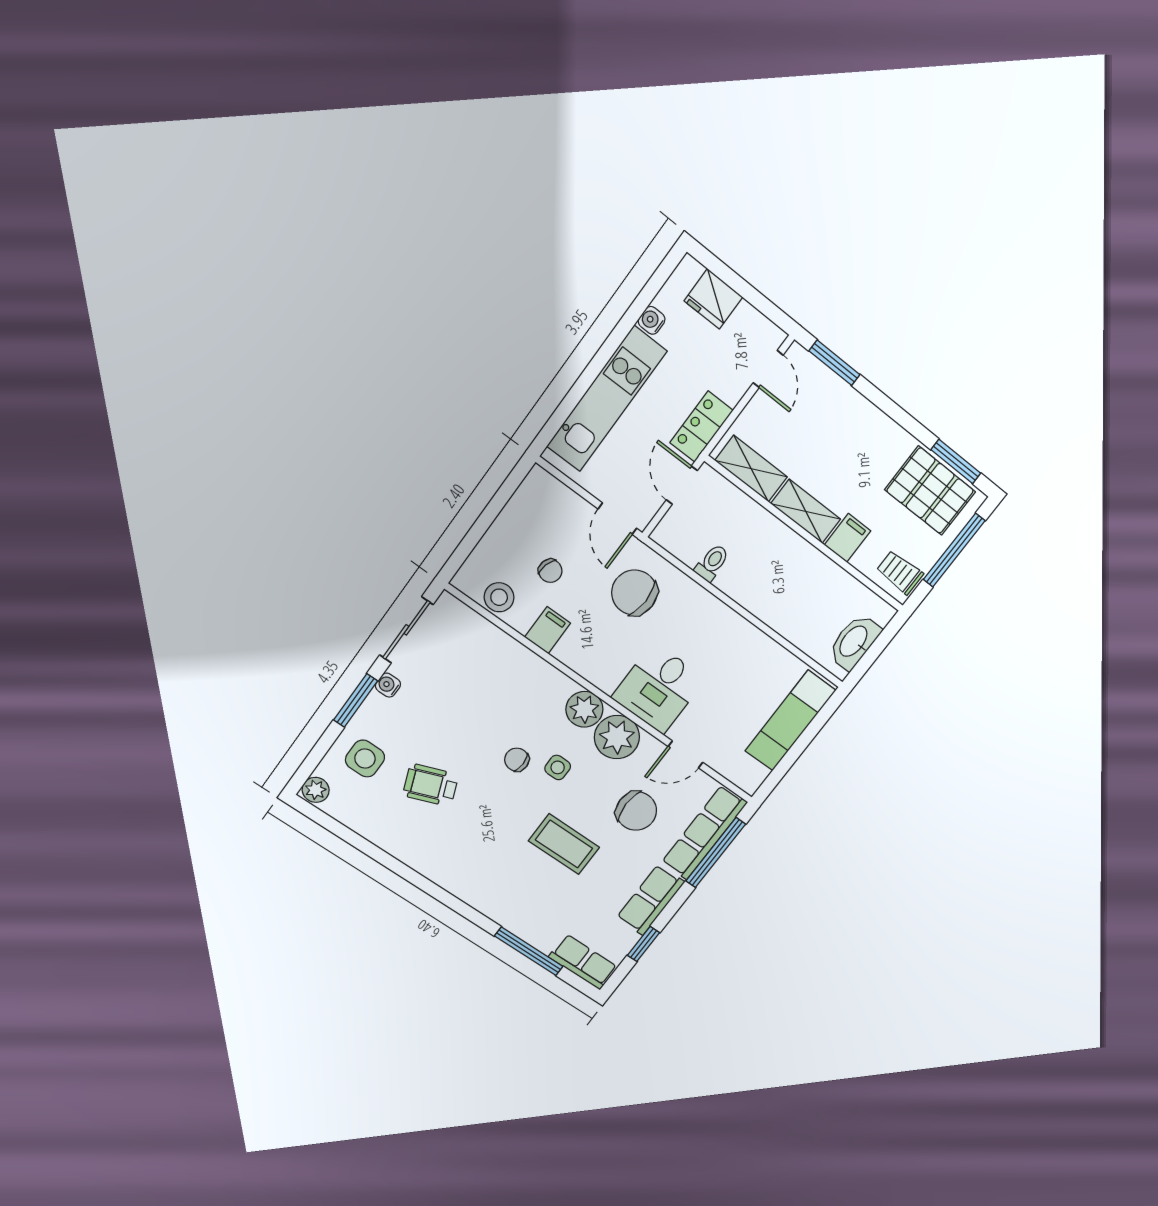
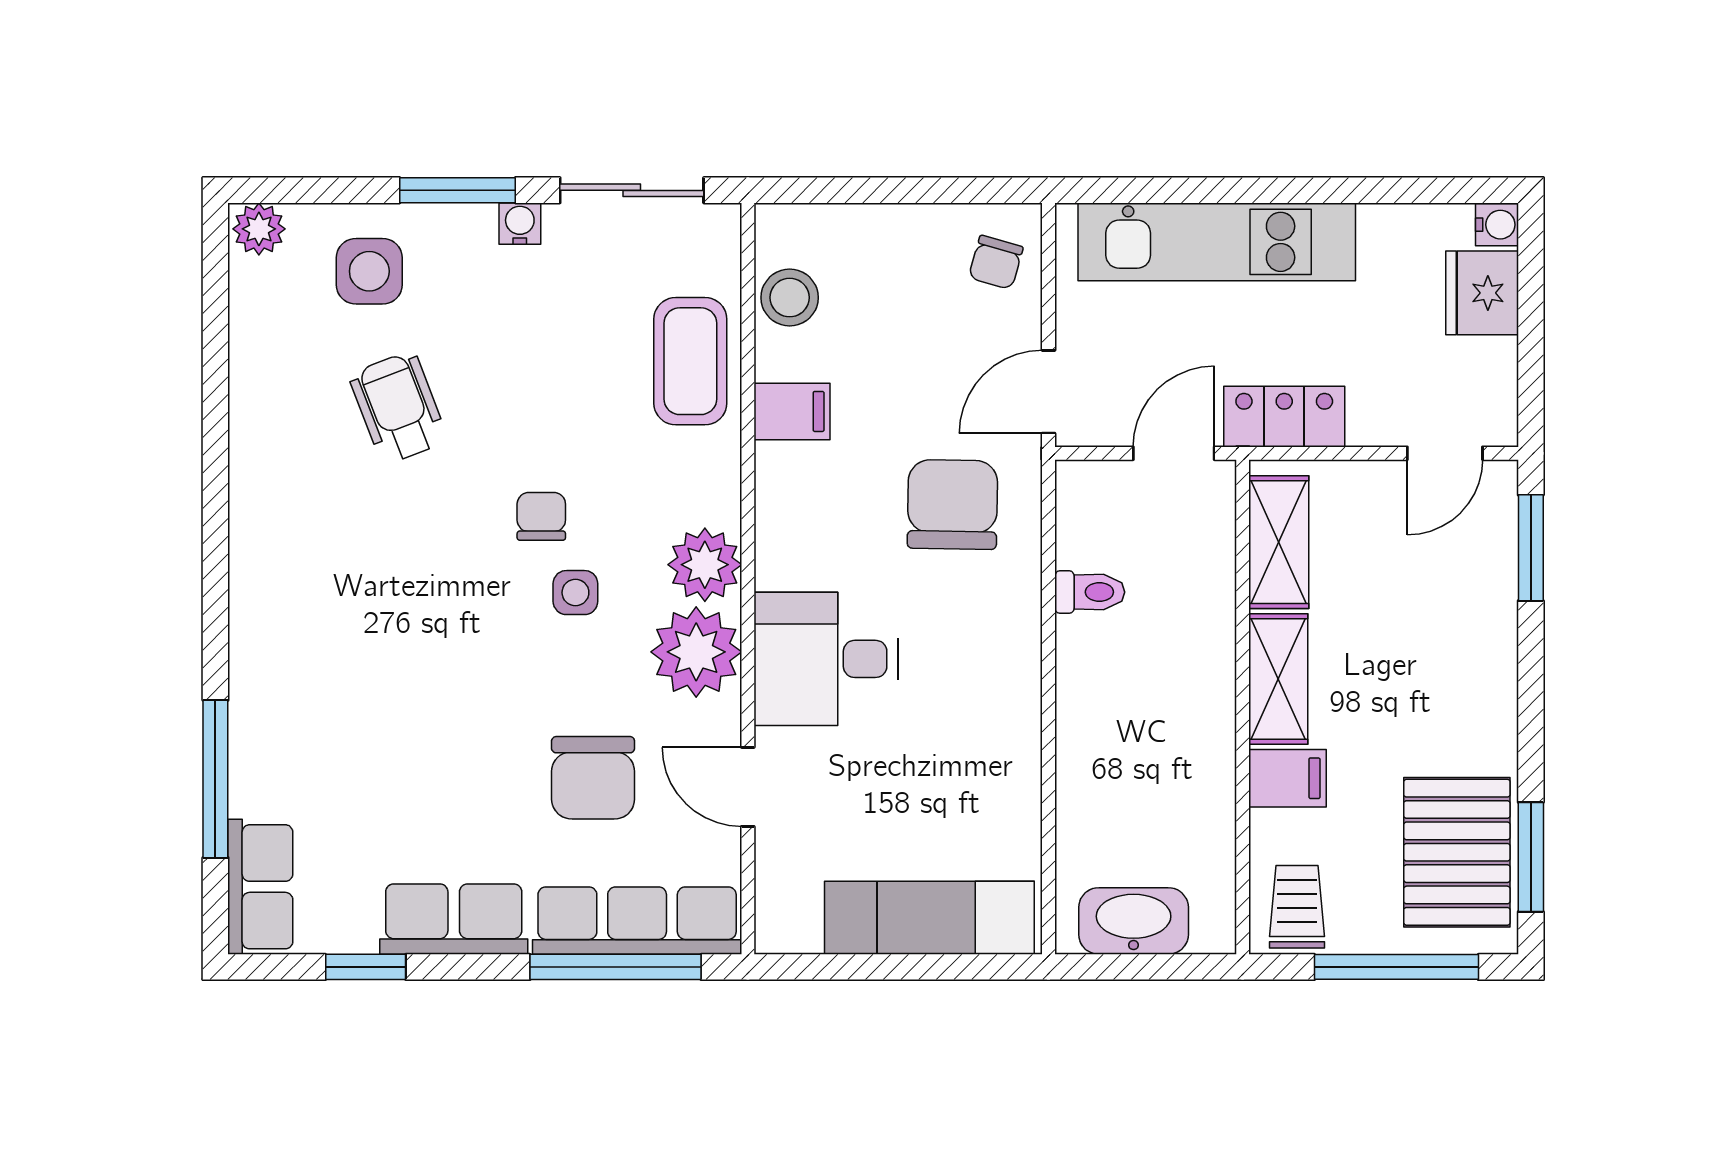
water cooler: (652, 320) -> (1497, 225), moved, turned 90
chair: (550, 571) -> (996, 262), moved
coffee table: (564, 844) -> (690, 361), moved

